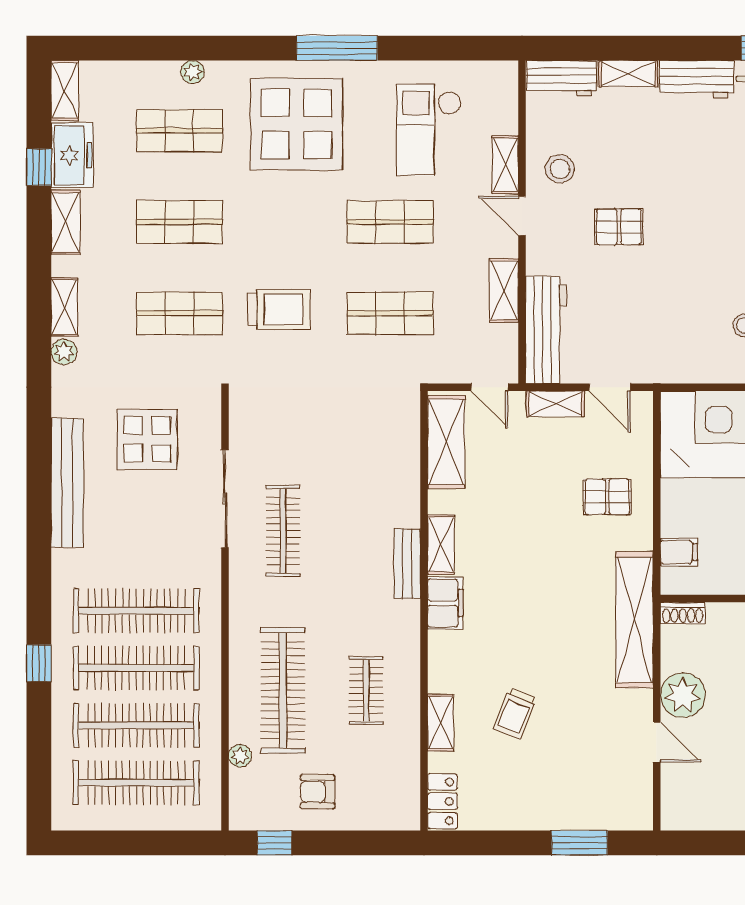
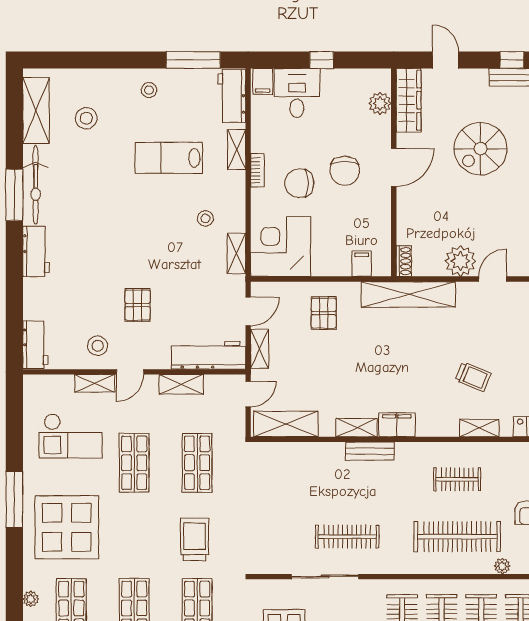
shelving: (628, 74) -> (236, 253), moved

